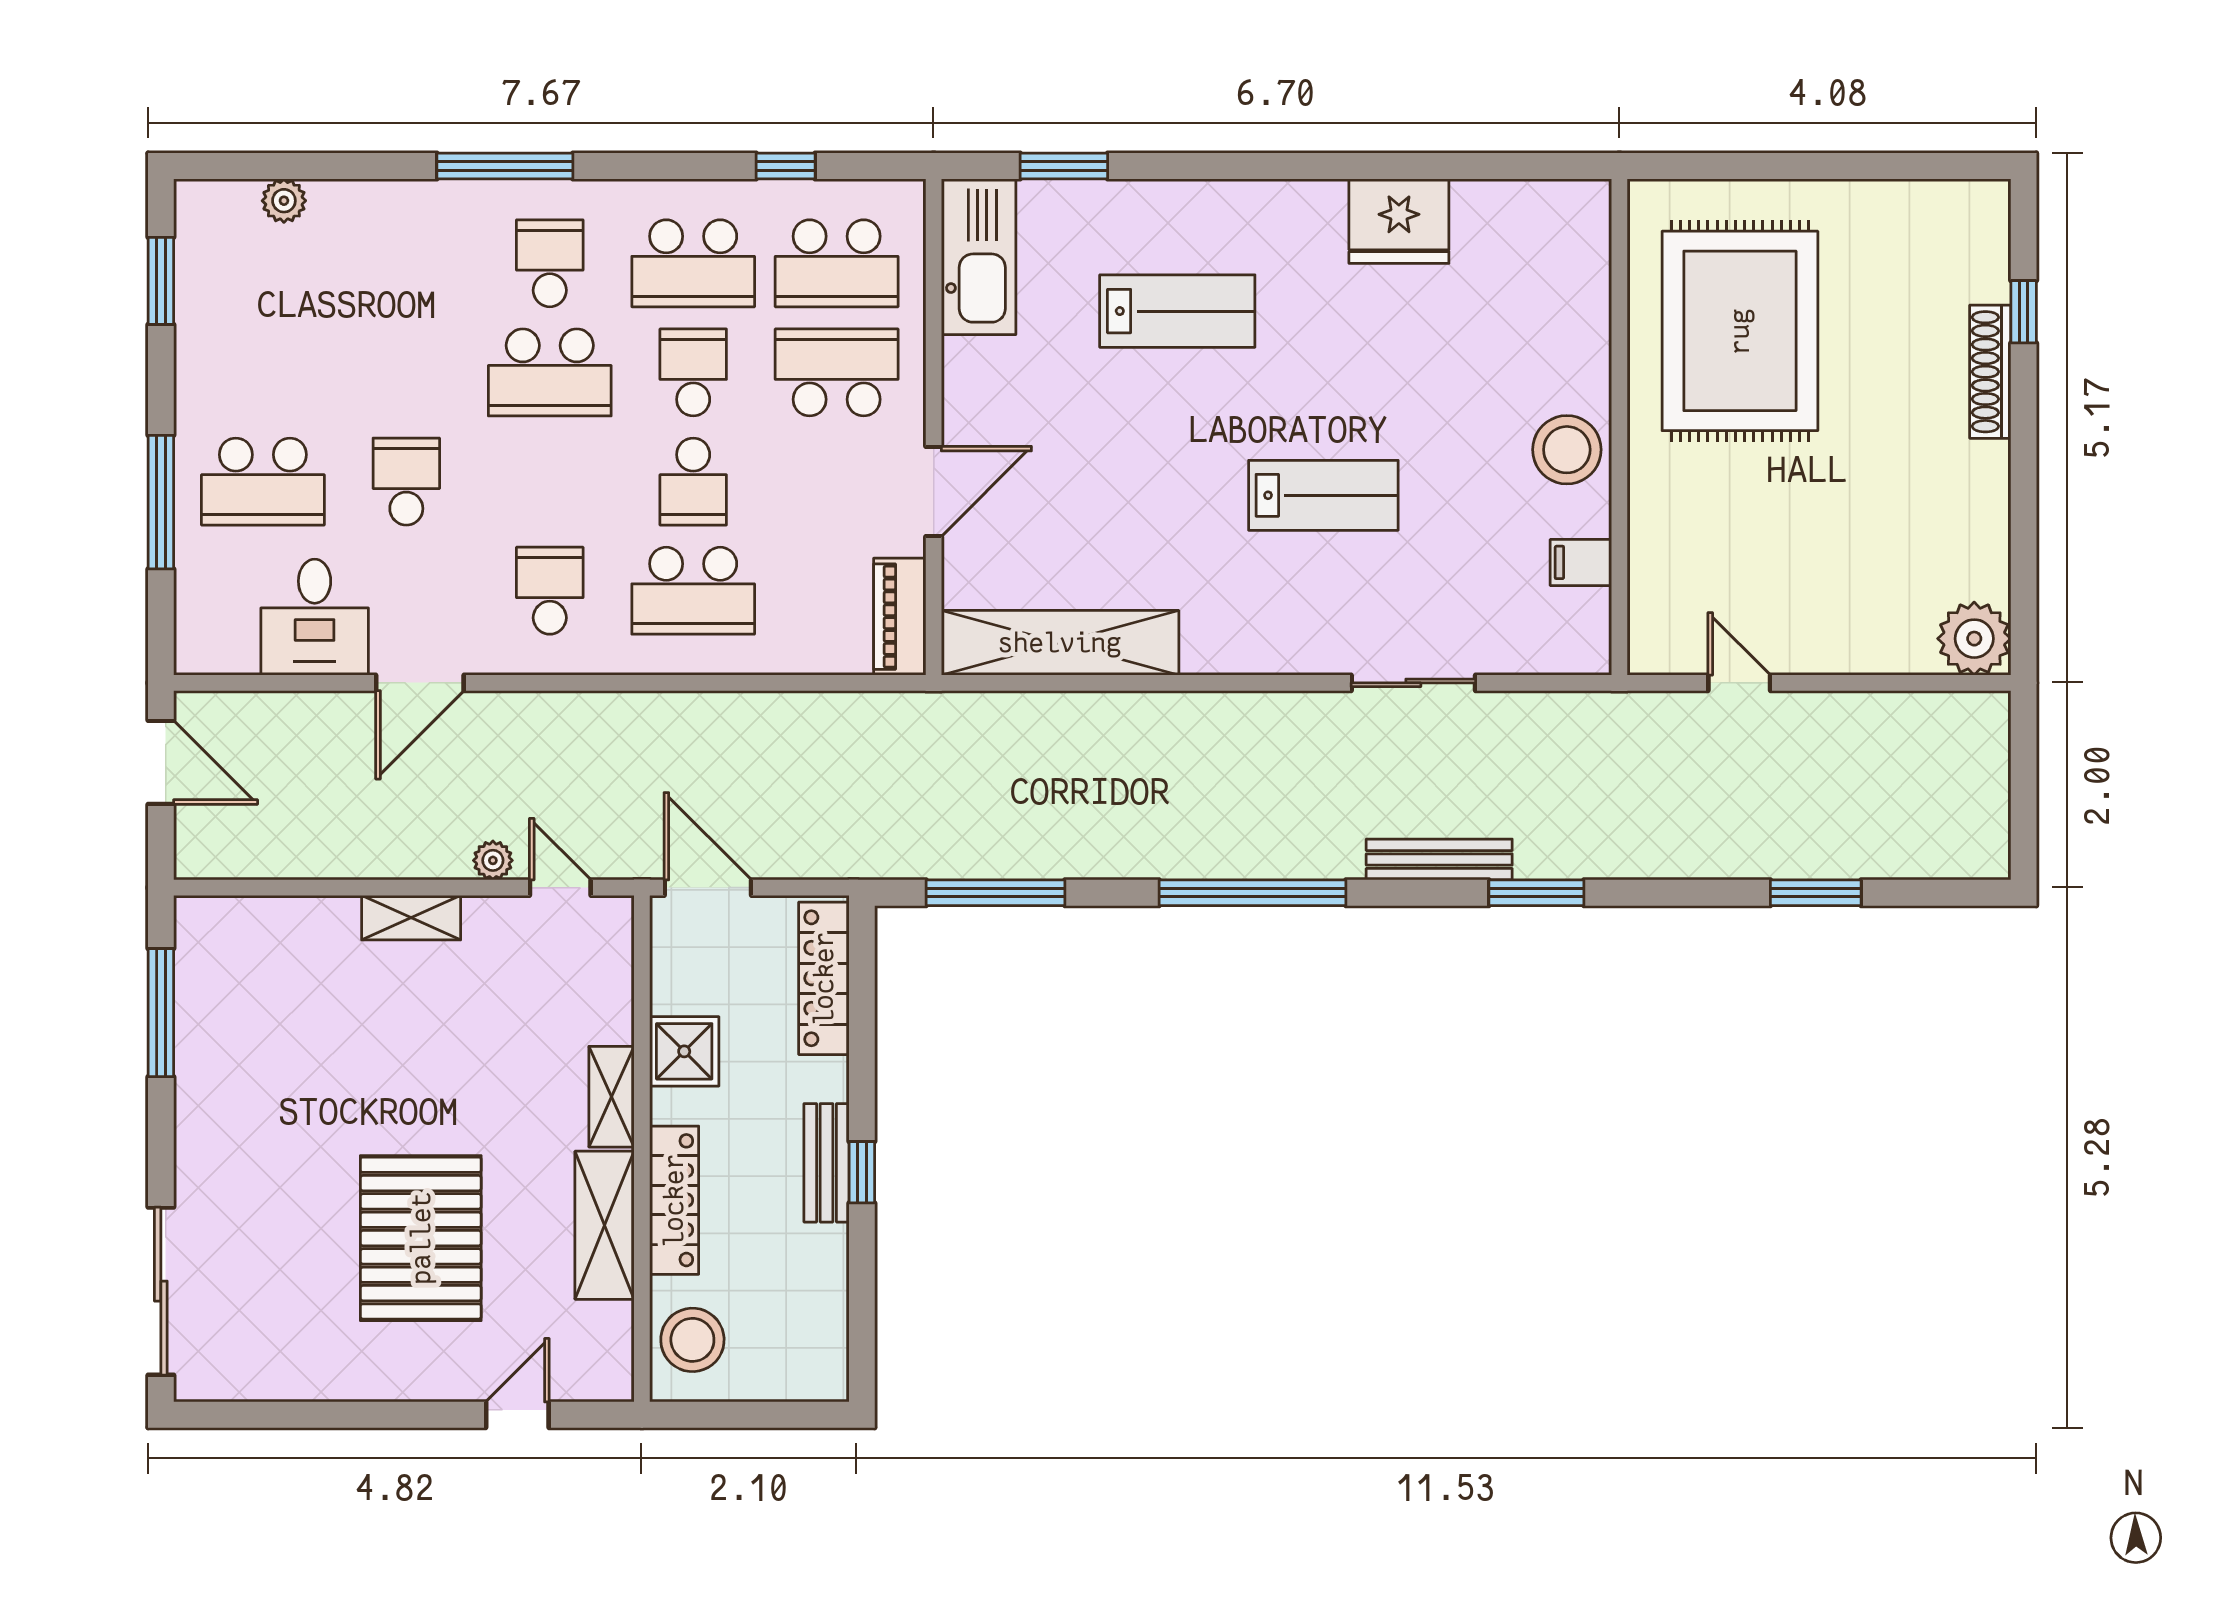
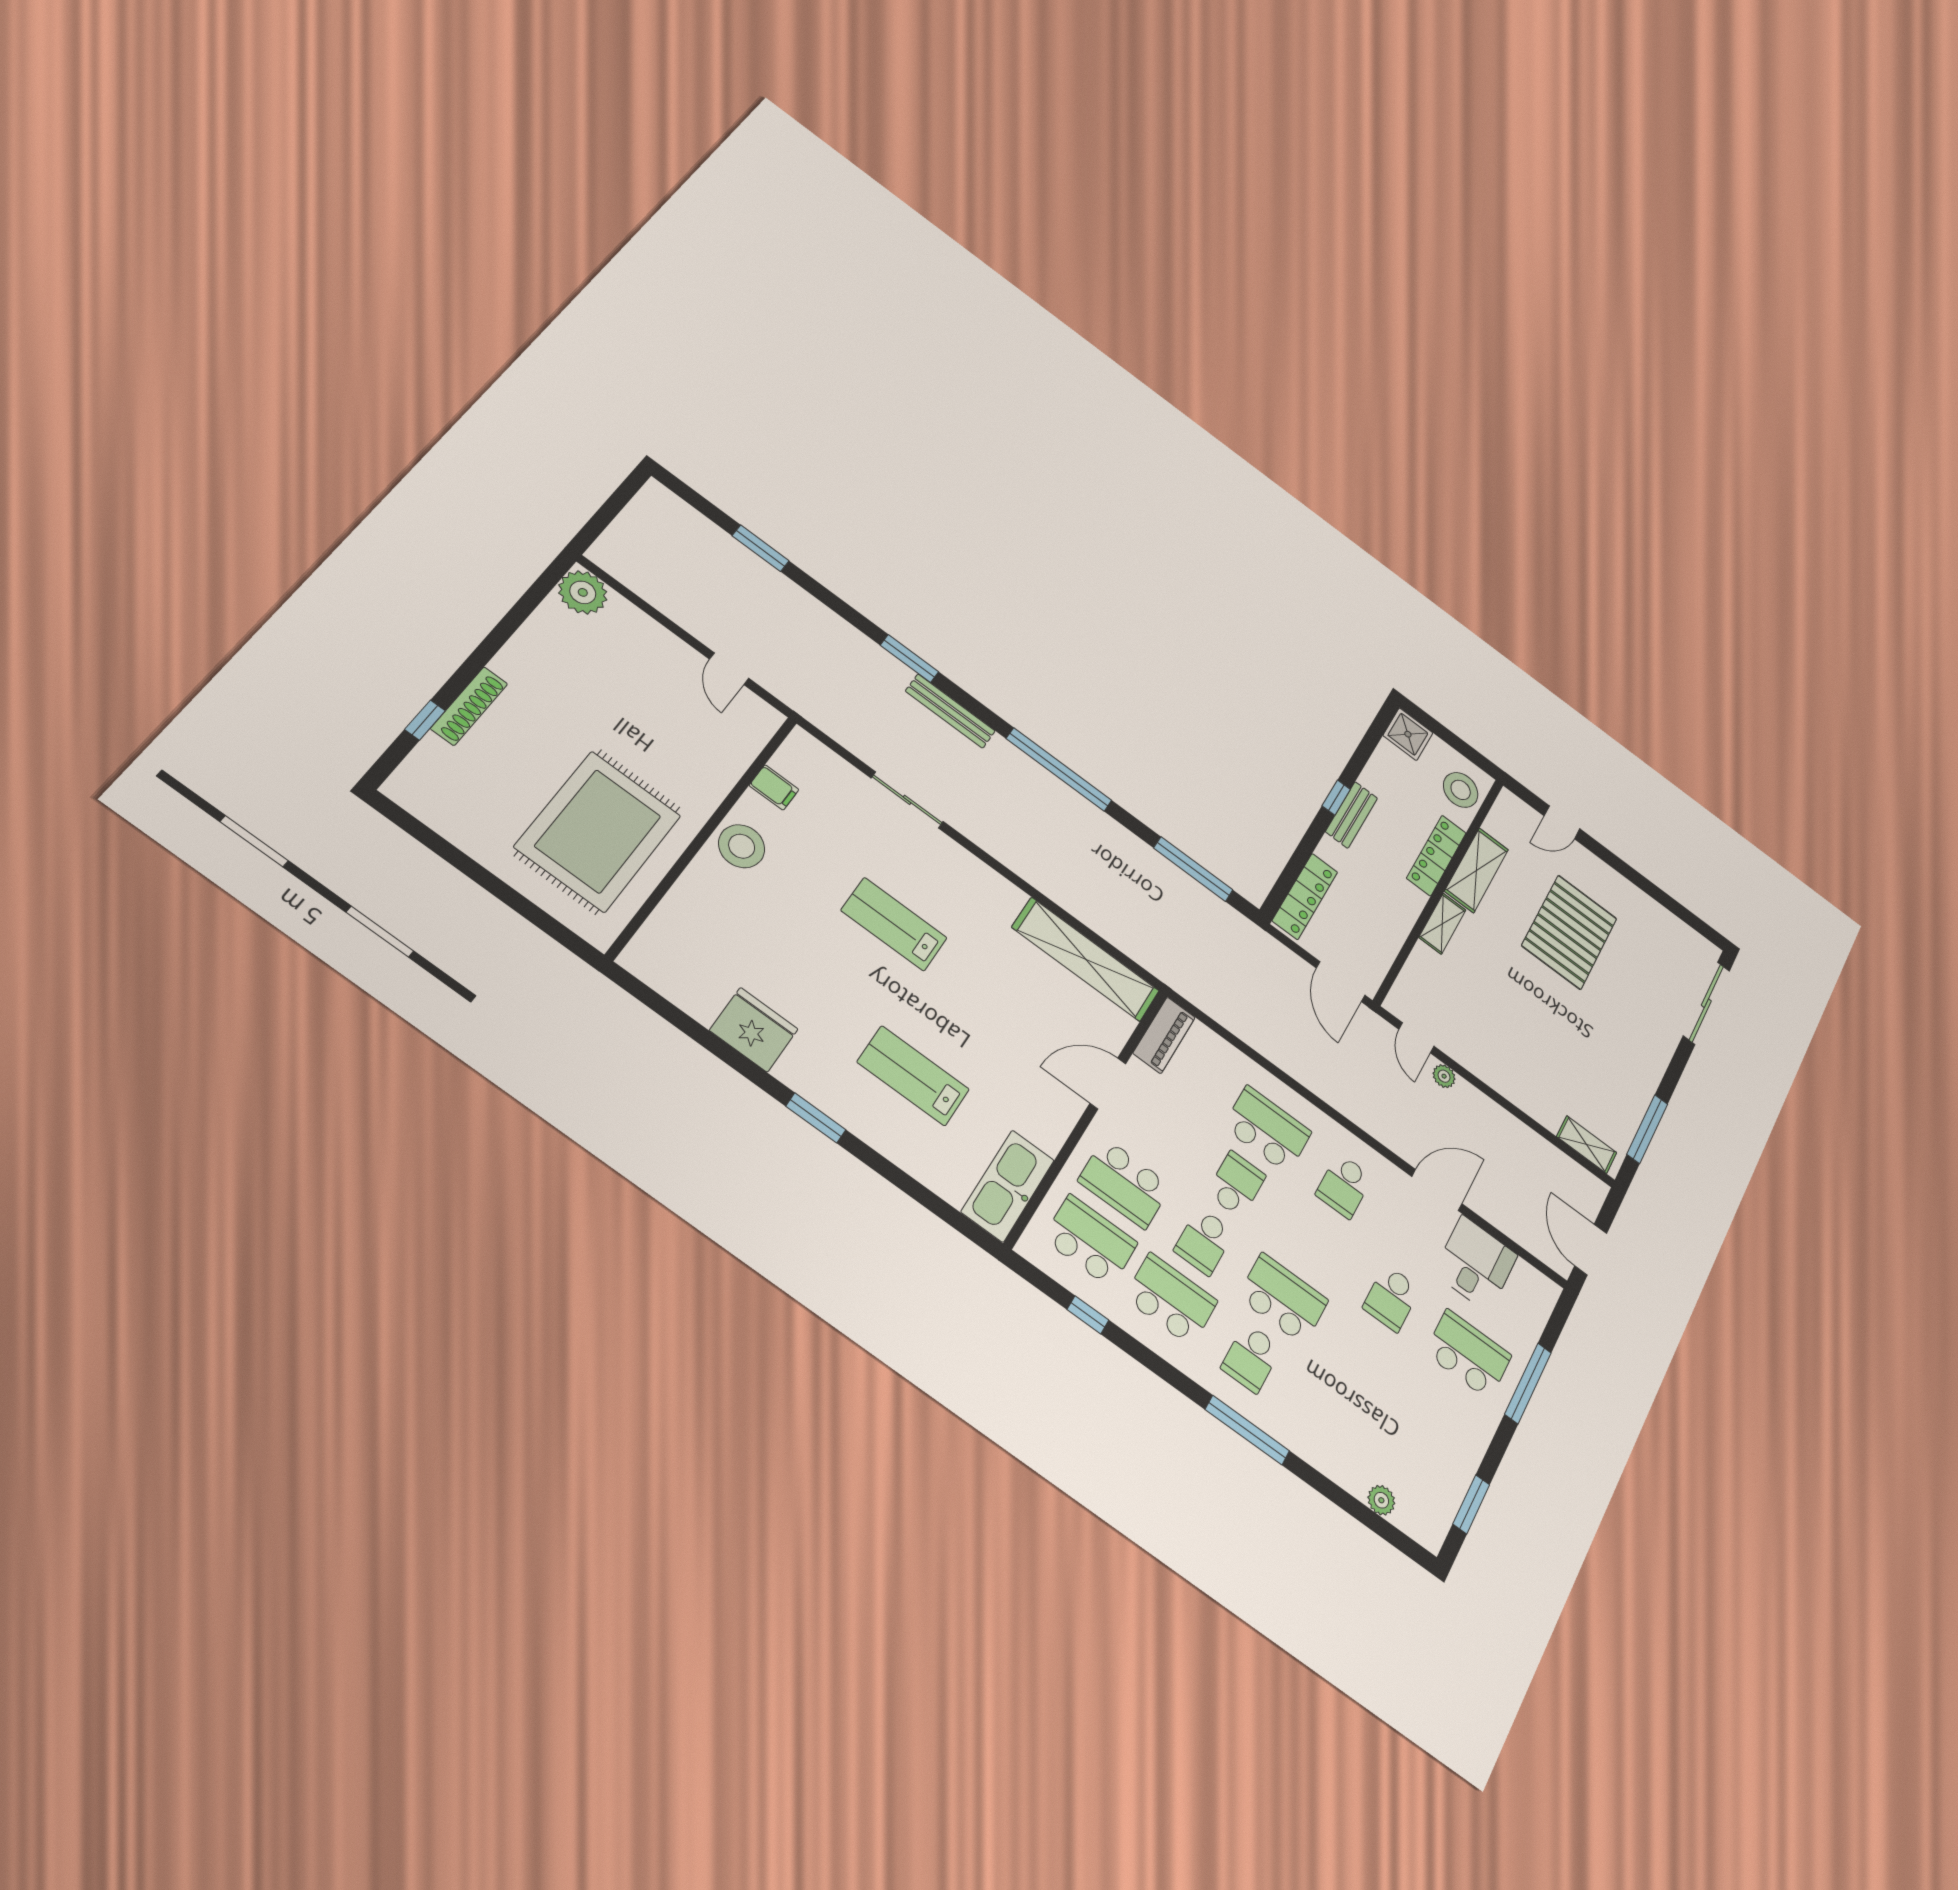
window: (1064, 166) -> (816, 1118), moved
shelving: (411, 918) -> (1587, 1145), moved
shower: (684, 1051) -> (1408, 734), moved

